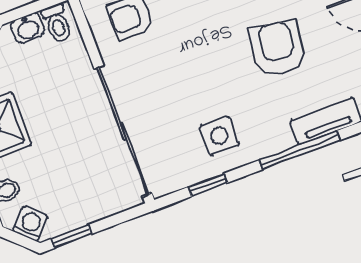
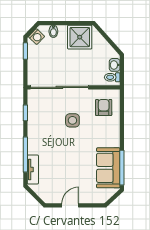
armchair: (277, 48) -> (69, 161), removed
side table: (219, 136) -> (72, 120), moved

